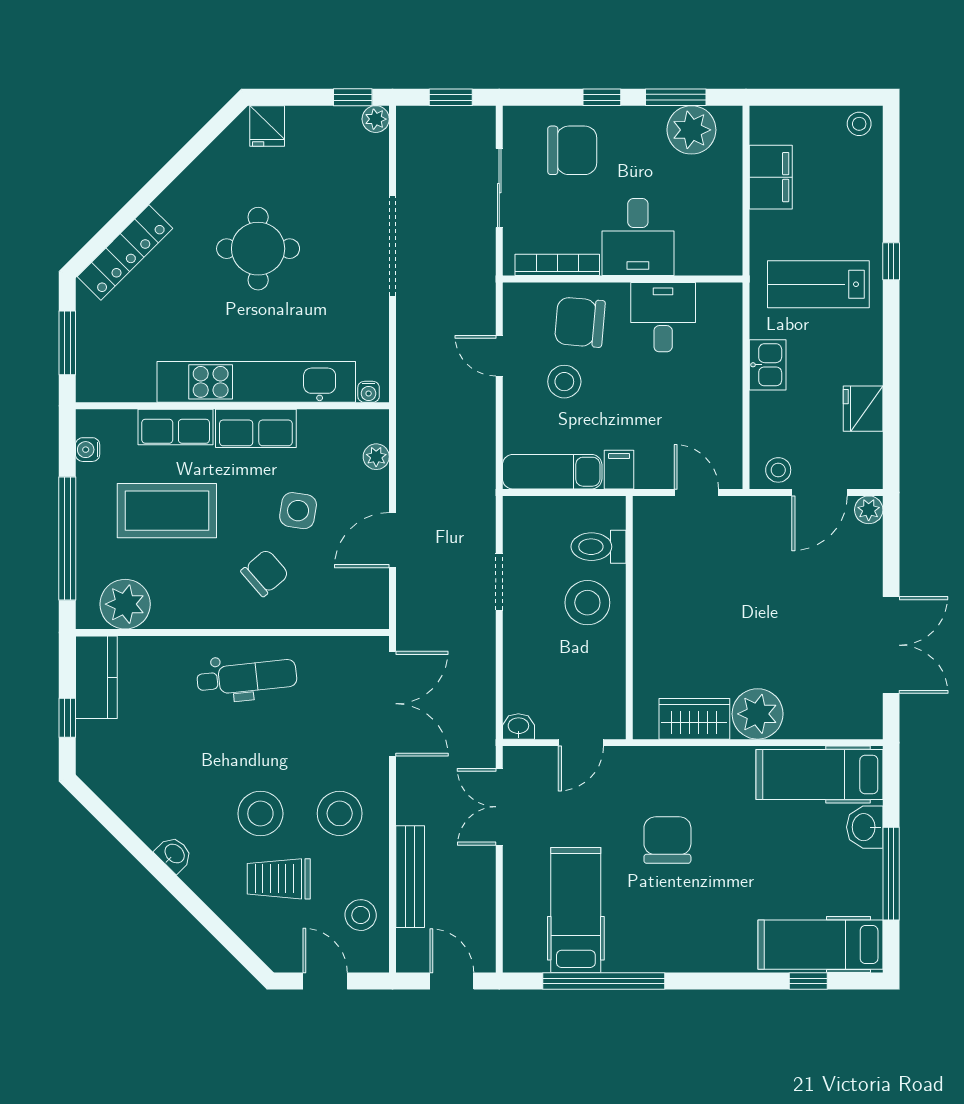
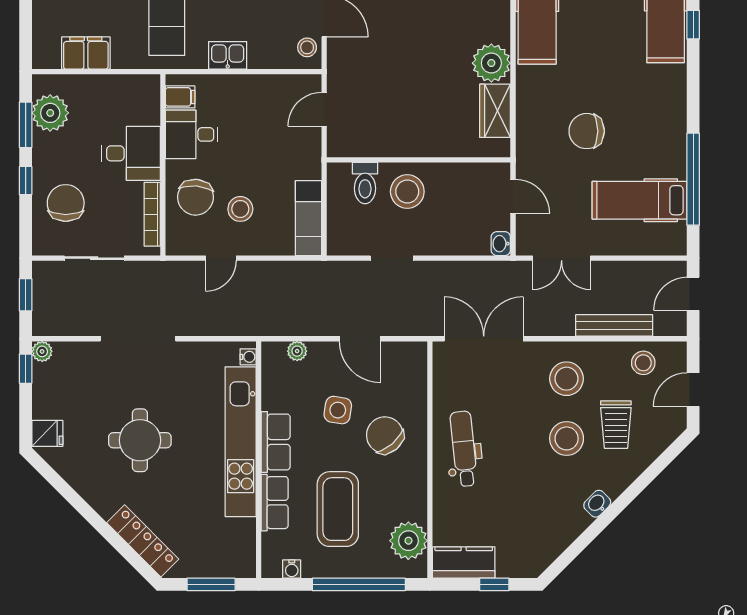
filing cabinet: (619, 470) -> (180, 97), moved, turned 180
chair: (265, 573) -> (385, 435), width x1.37, depth x1.37

